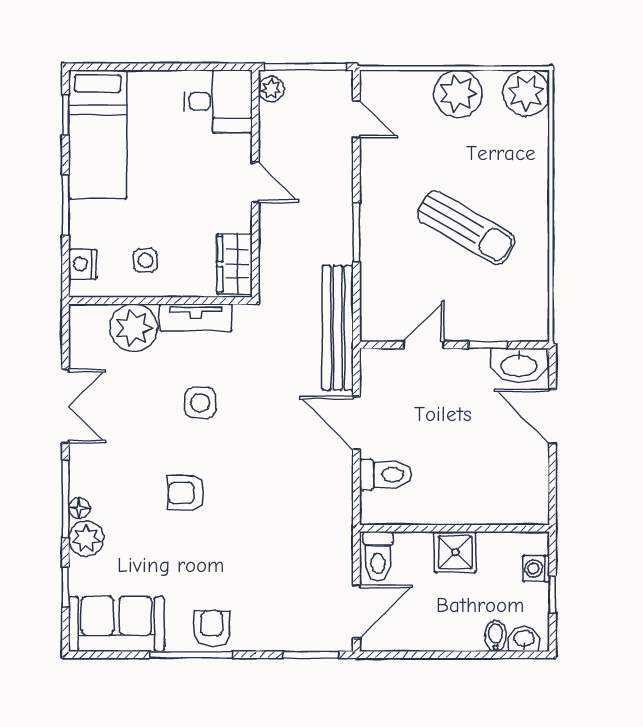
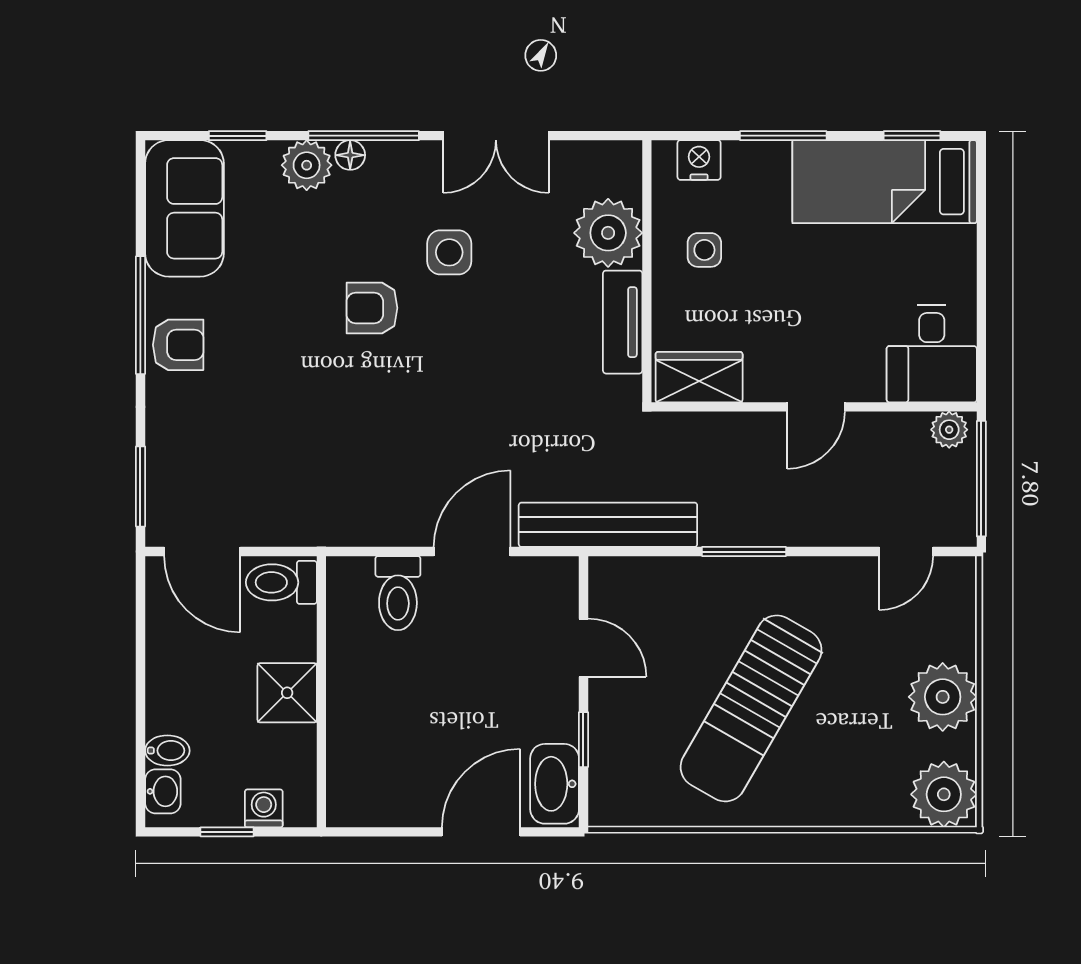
sun lounger: (466, 228) -> (751, 708), width x1.36, depth x1.34
side table: (200, 403) -> (449, 252), moved
armchair: (186, 493) -> (372, 308), turned -90

